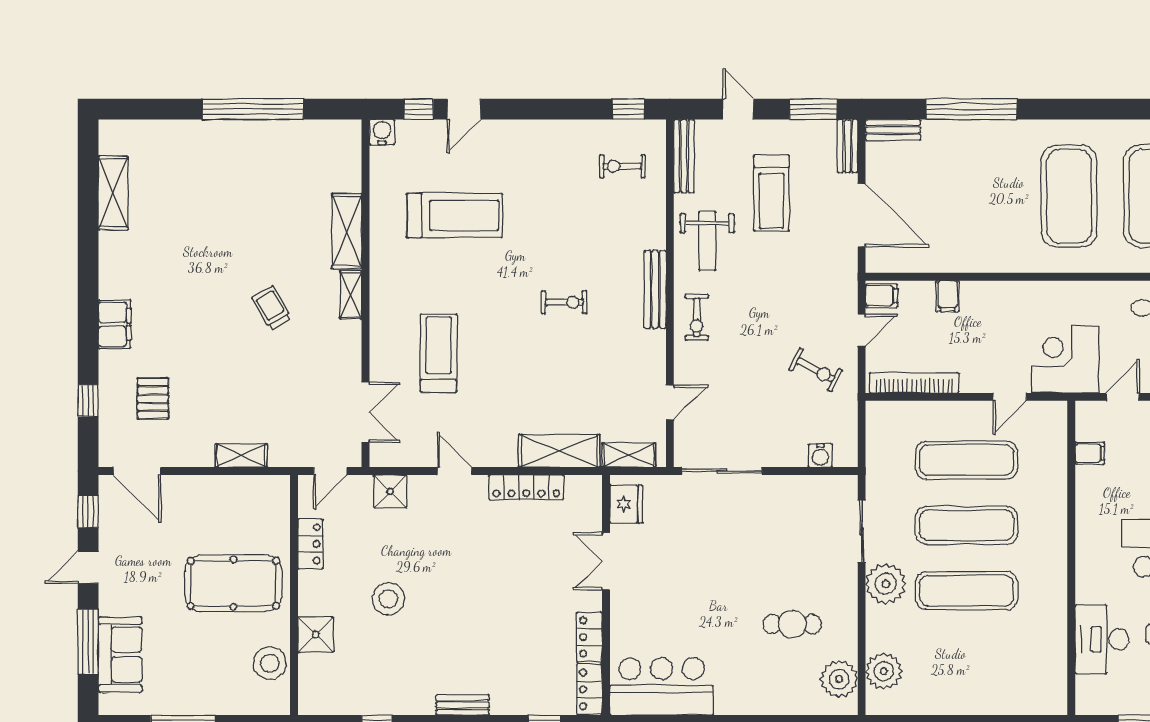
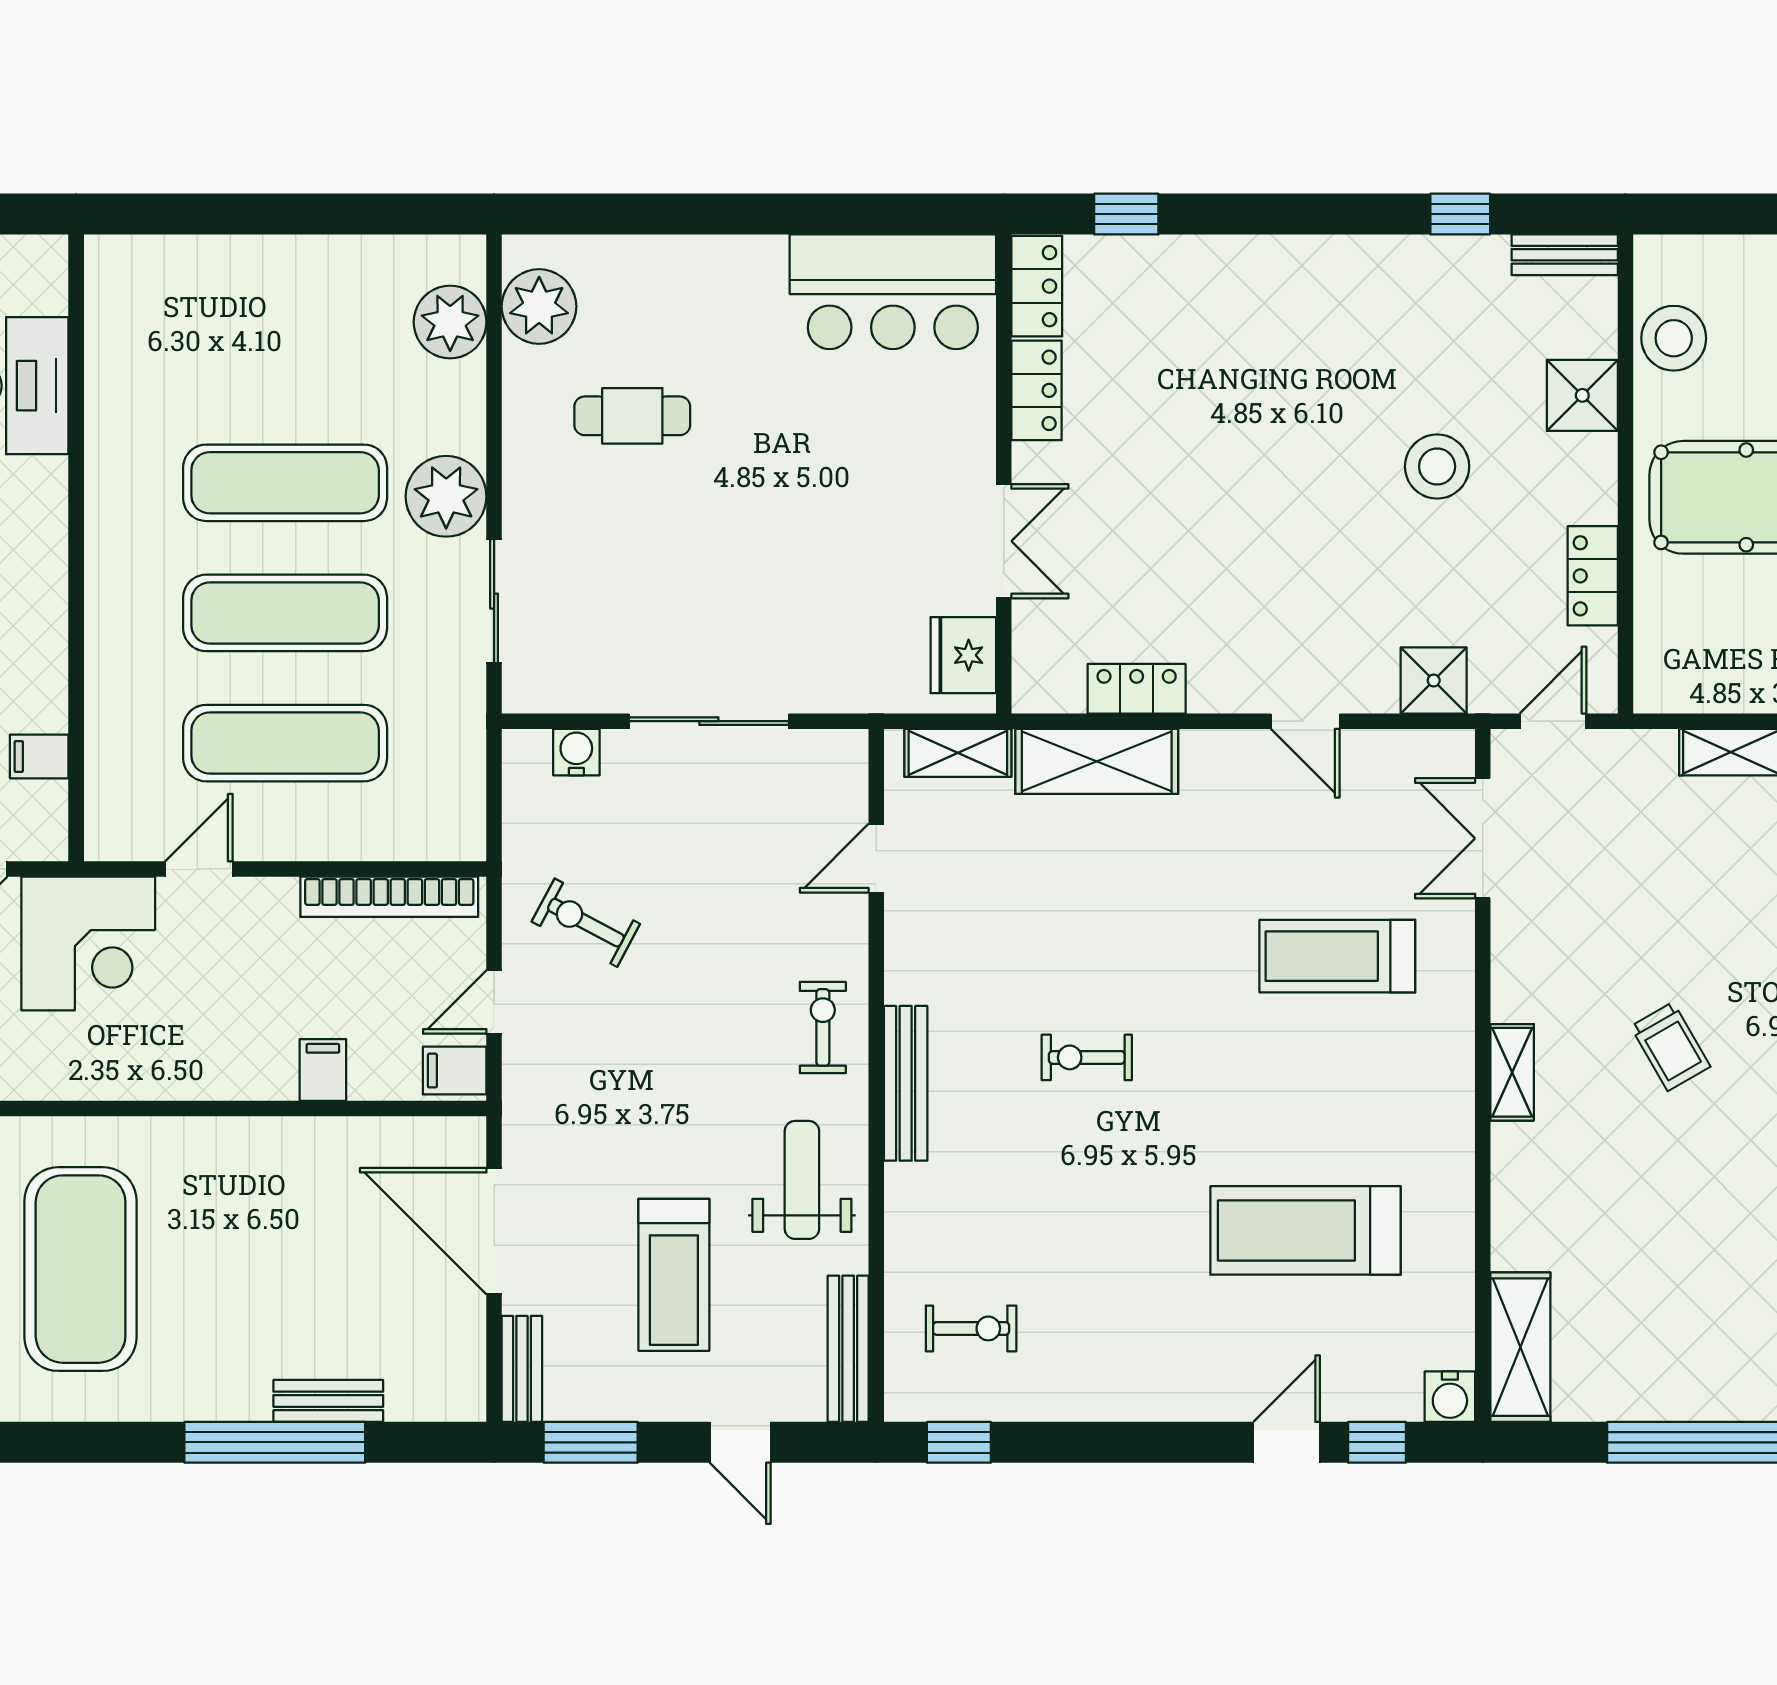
bench: (893, 130) -> (328, 1401), moved
treadmill: (771, 193) -> (674, 1275), turned 180
shelving: (347, 231) -> (1520, 1347), moved
treadmill: (439, 353) -> (1337, 956), turned 90
sliding door: (722, 471) -> (709, 721), moved
locker: (526, 487) -> (1137, 689), width x0.66
bench: (463, 705) -> (1565, 255), moved

